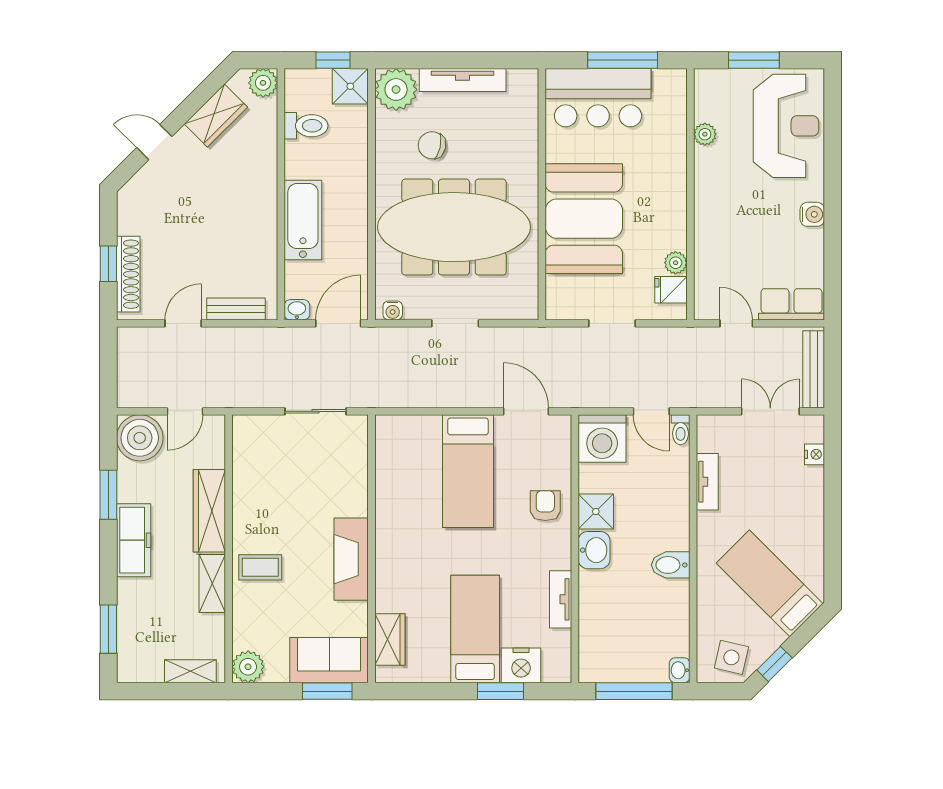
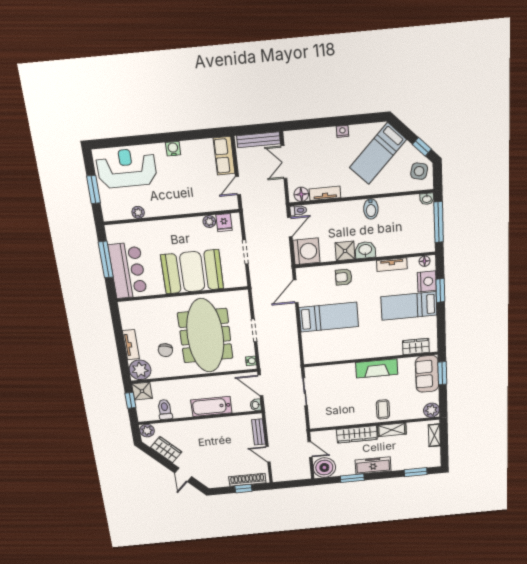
tv unit: (463, 80) -> (131, 345), width x0.71
floor lamp: (710, 438) -> (301, 194), added
nightstand: (815, 454) -> (342, 131), moved
floor lamp: (561, 662) -> (425, 261), added

